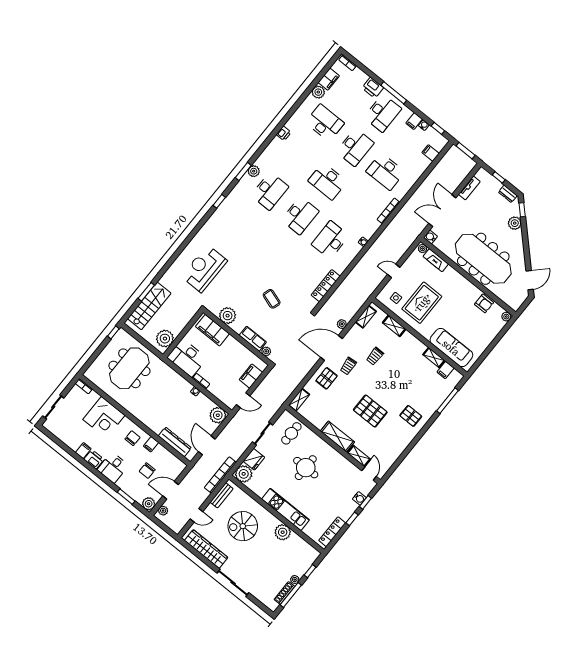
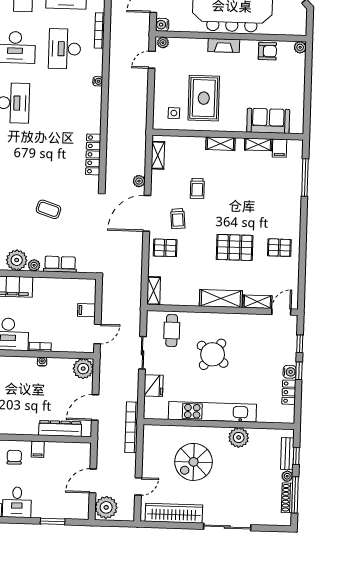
desk: (330, 240) -> (65, 49), moved
fireplace: (436, 260) -> (224, 46), moved
door: (394, 271) -> (152, 60), moved
shelving: (394, 326) -> (220, 144), moved
sofa: (451, 348) -> (268, 121), width x0.73
plant: (266, 351) -> (34, 265), moved
filing cabinet: (251, 376) -> (87, 310), width x0.50
pallet: (327, 378) -> (165, 248), turned 90
pallet: (411, 416) -> (279, 248), moved
door: (207, 445) -> (95, 408), hinge flipped
round table: (306, 468) -> (213, 354), turned 37
chair: (147, 471) -> (54, 479), removed
plant: (244, 474) -> (154, 408), removed
door: (369, 474) -> (281, 312), hinge flipped
bench: (222, 495) -> (287, 454), moved
water cooler: (359, 498) -> (290, 372), moved
plant: (149, 504) -> (81, 511), removed
kitchen unit: (285, 509) -> (212, 412), width x1.36
plant: (163, 511) -> (106, 507), width x1.87, depth x1.87
locker: (332, 532) -> (289, 392), width x0.66

